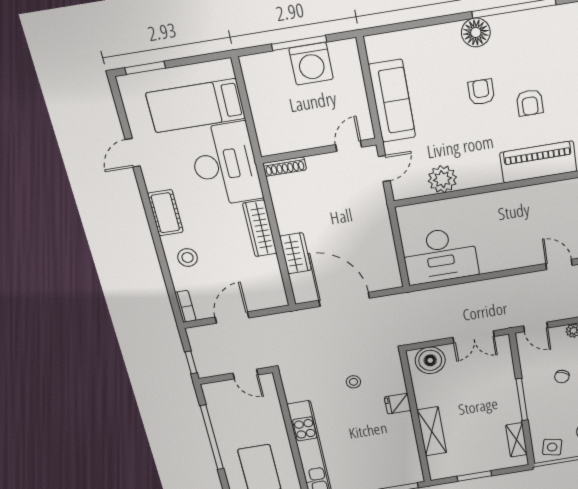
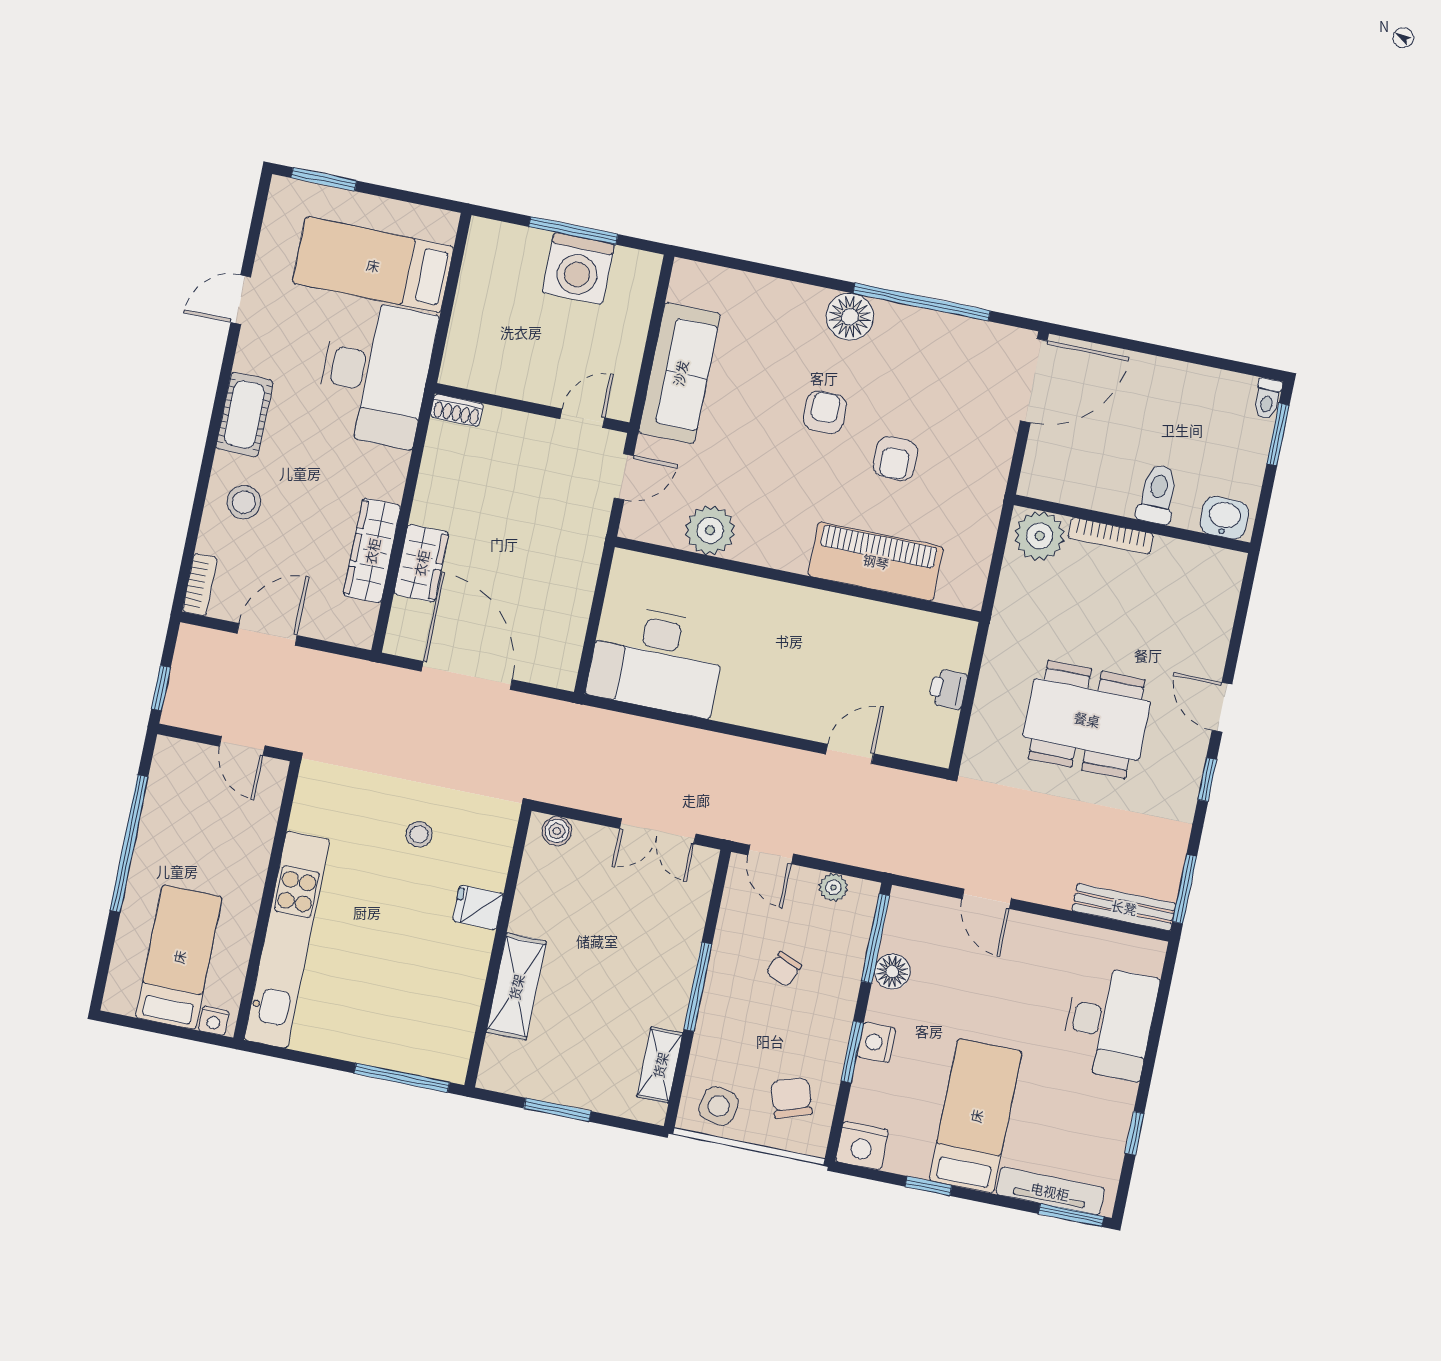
shoe rack: (285, 167) -> (457, 410), width x0.70
wardrobe: (260, 228) -> (372, 551), moved
door: (559, 264) -> (850, 754), hinge flipped
boiler: (430, 360) -> (557, 831), width x0.54, depth x0.54

